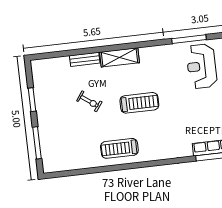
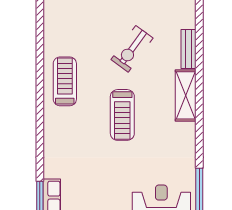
exercise bike: (89, 101) -> (132, 49), width x1.38, depth x1.39

